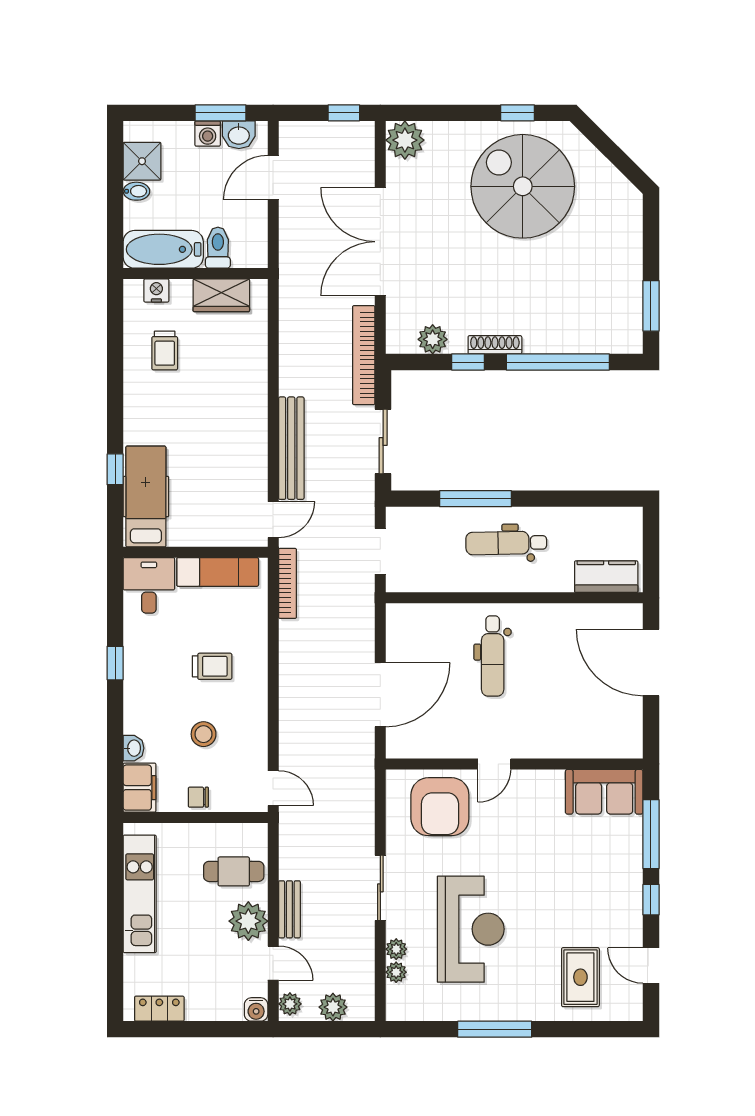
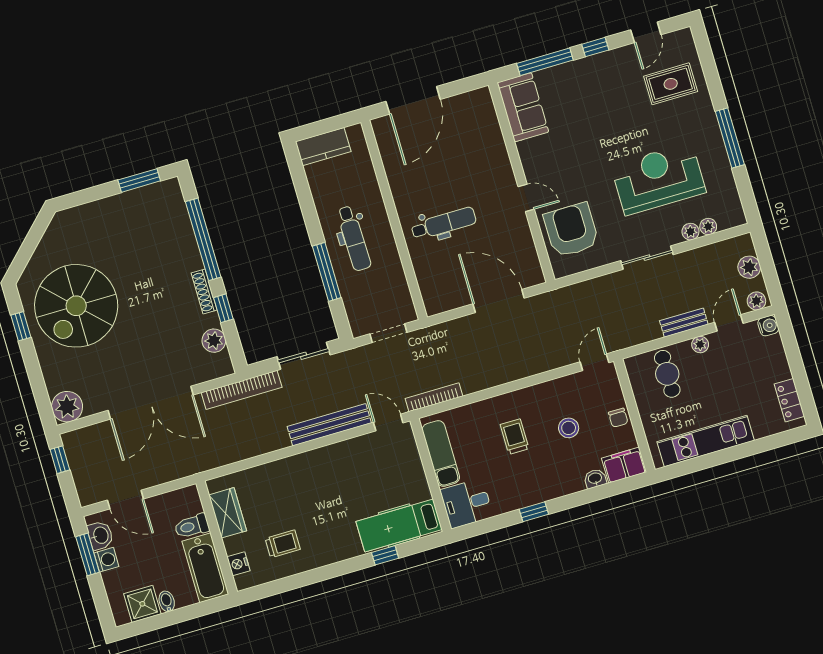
kitchen counter: (606, 577) -> (323, 147), moved, turned -90
armchair: (440, 807) -> (571, 230), turned -90
plant: (248, 921) -> (700, 345), width x0.53, depth x0.53

